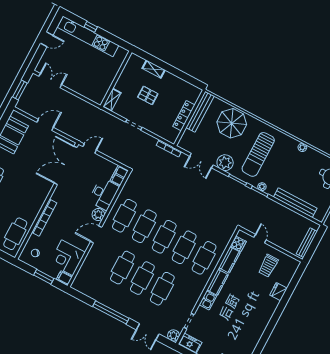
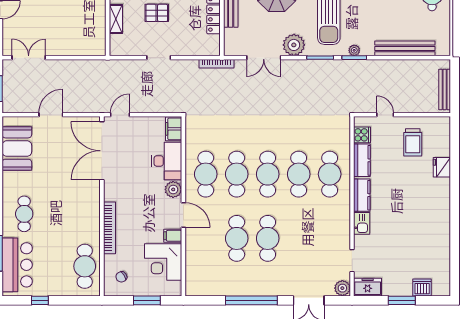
shelving: (112, 100) -> (116, 19), moved
door: (96, 234) -> (183, 215), swing flipped
filing cabinet: (64, 278) -> (173, 236), moved
cafe table: (162, 289) -> (299, 238), removed

